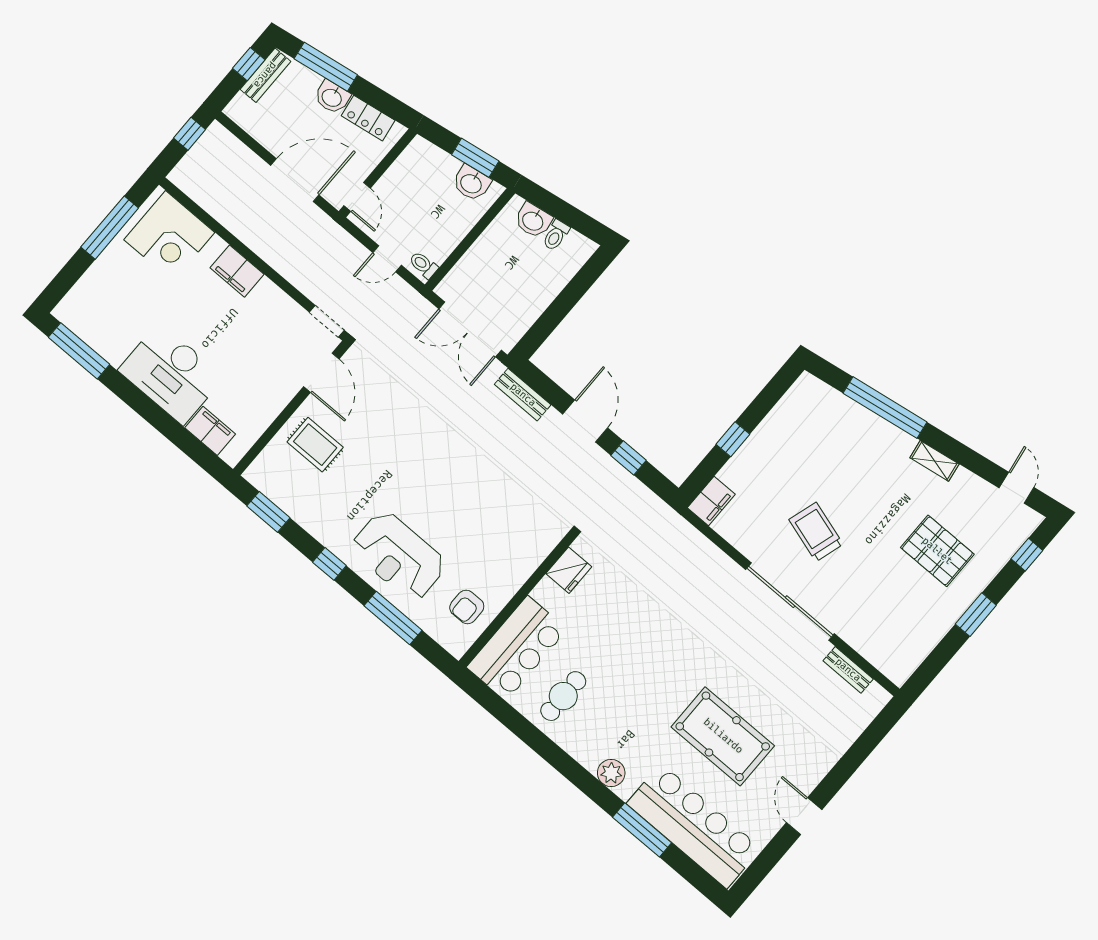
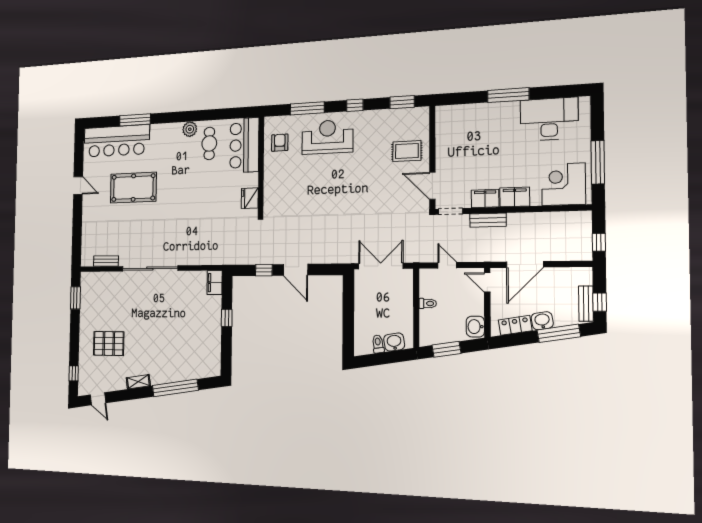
washbasin: (471, 183) -> (475, 327), moved, turned -81
door: (387, 259) -> (447, 265), hinge flipped
toilet: (423, 265) -> (428, 303), moved
window: (79, 351) -> (508, 95), moved
desk: (171, 374) -> (549, 119), moved
bench: (523, 395) -> (488, 220), moved
filing cabinet: (210, 431) -> (485, 198), moved, turned 180
trolley: (816, 532) -> (162, 308), removed
window: (976, 615) -> (75, 298), moved
plant: (611, 773) -> (190, 129), moved

